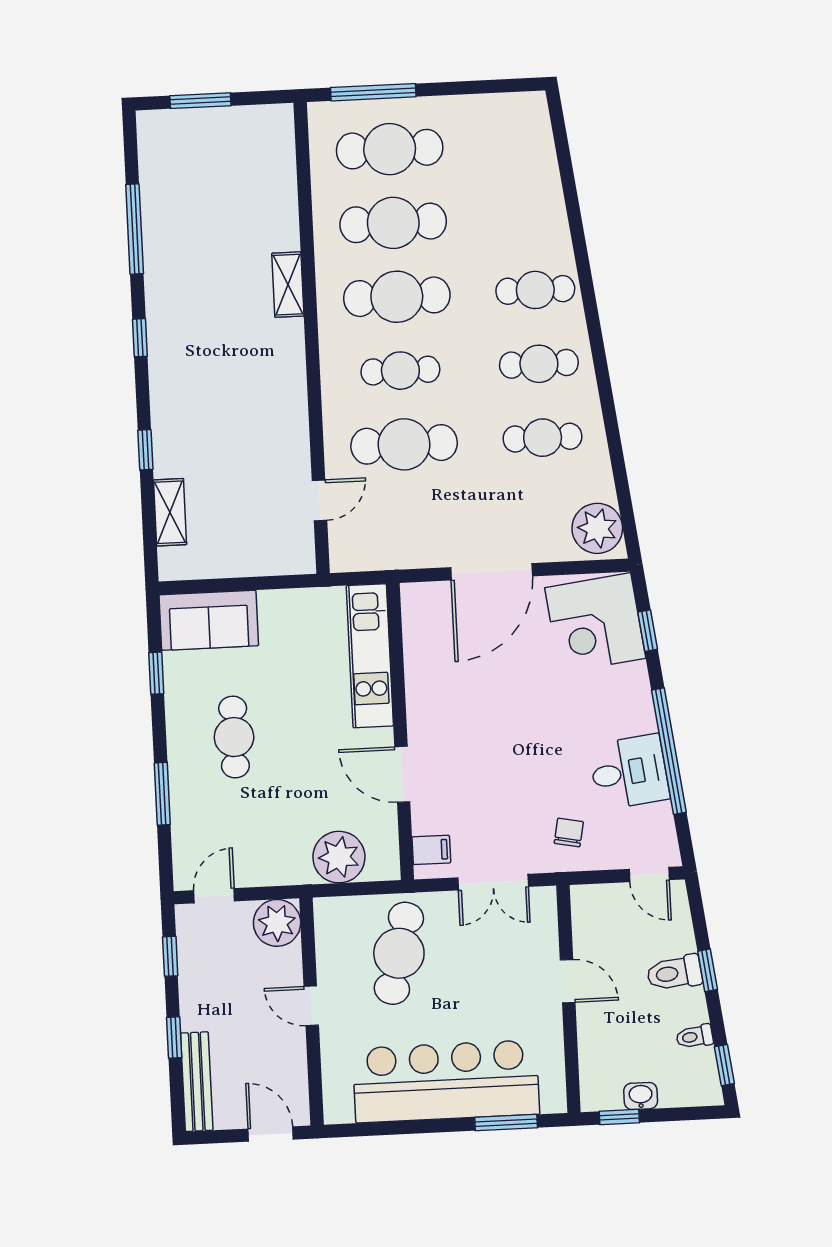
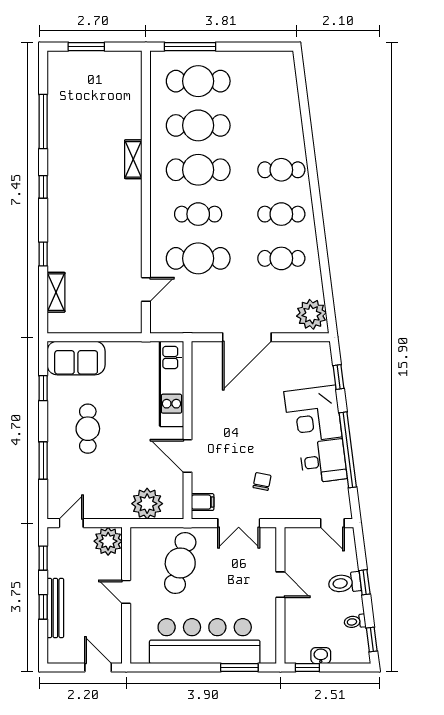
corner desk: (595, 623) -> (313, 414), moved
chair: (569, 832) -> (262, 481), moved
bench: (197, 1082) -> (55, 608), moved

